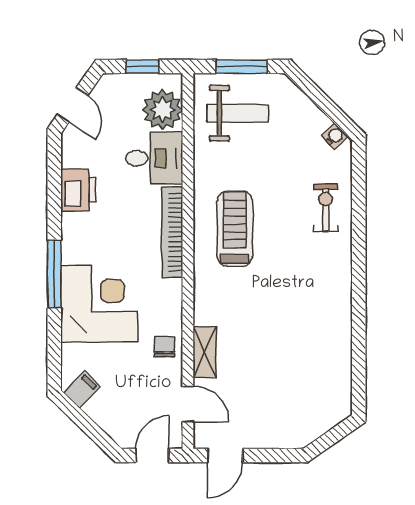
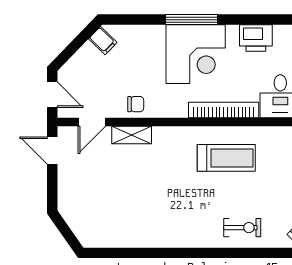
corner desk: (99, 304) -> (196, 54), moved

